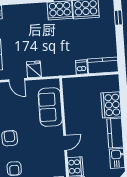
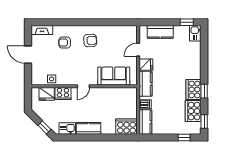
kitchen counter: (57, 68) -> (145, 84), added
cooker: (111, 105) -> (126, 127), moved
door: (65, 143) -> (83, 86), hinge flipped

